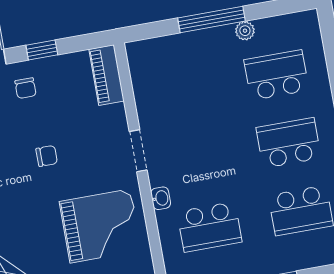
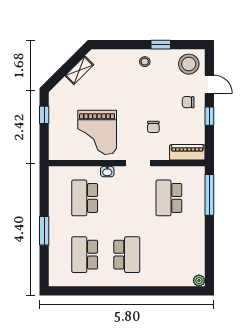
window: (212, 19) -> (209, 195), moved
plant: (245, 31) -> (199, 281), moved
school desk: (276, 75) -> (169, 198), moved, turned 180
chair: (47, 156) -> (153, 127), moved

